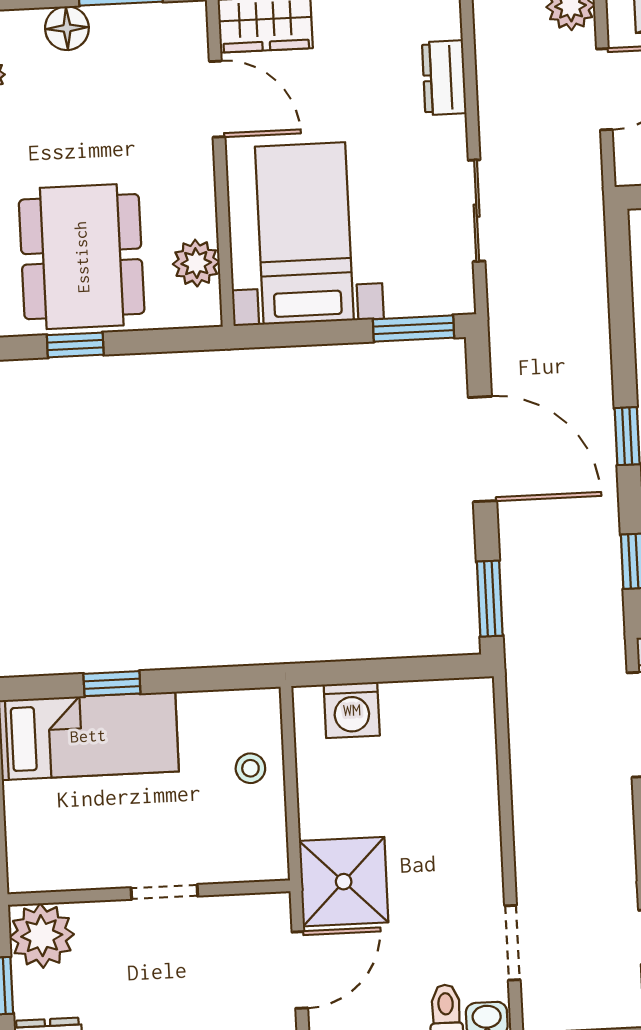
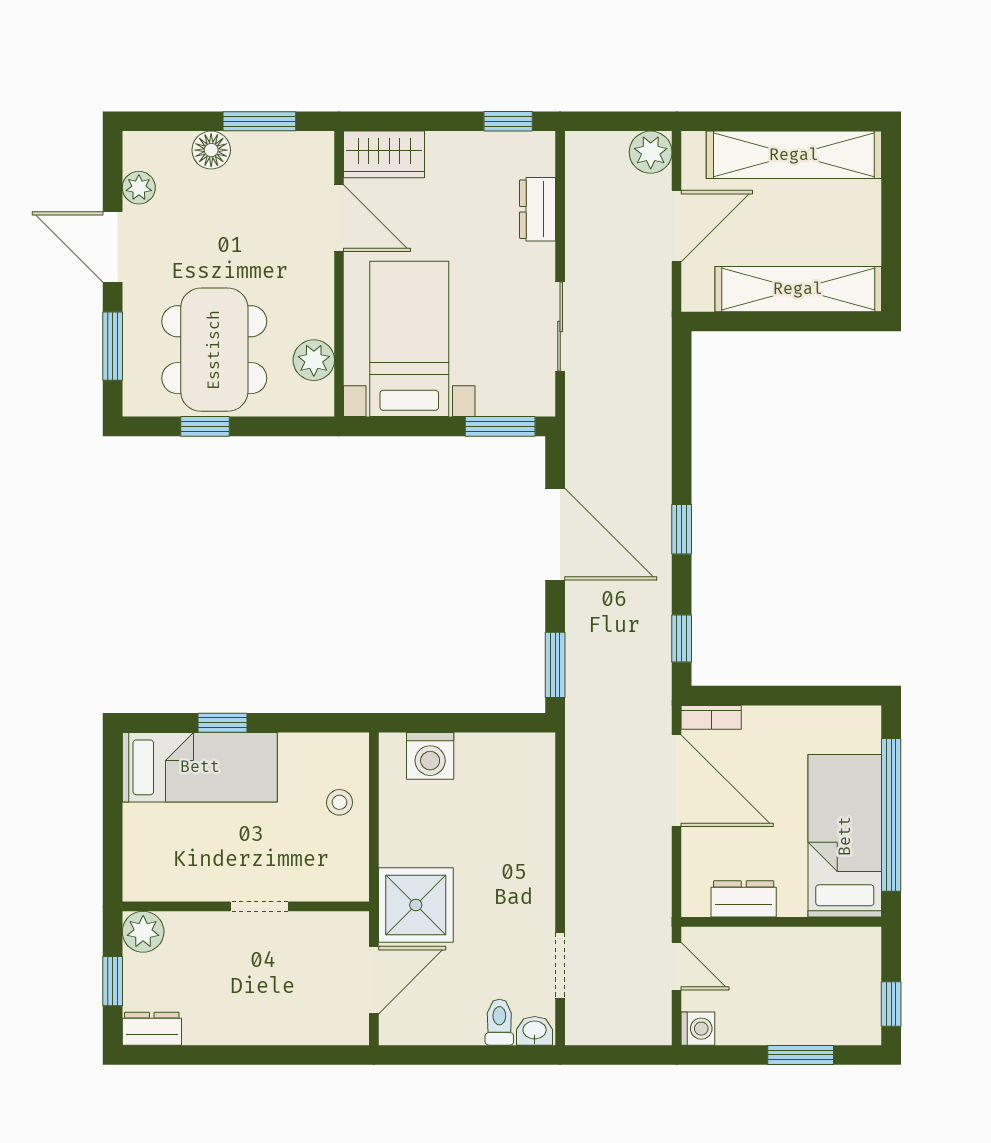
plant: (42, 936) -> (143, 932), width x0.73, depth x0.73

